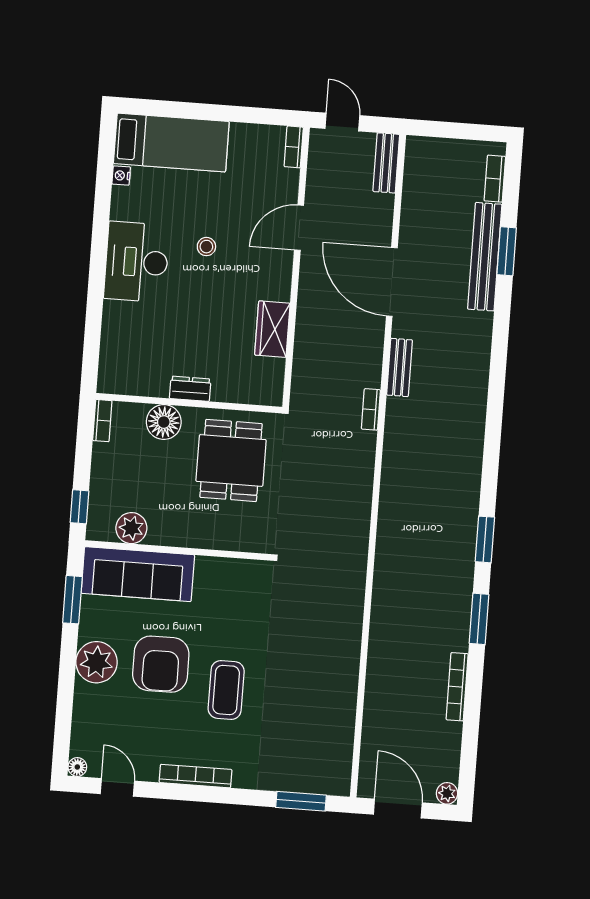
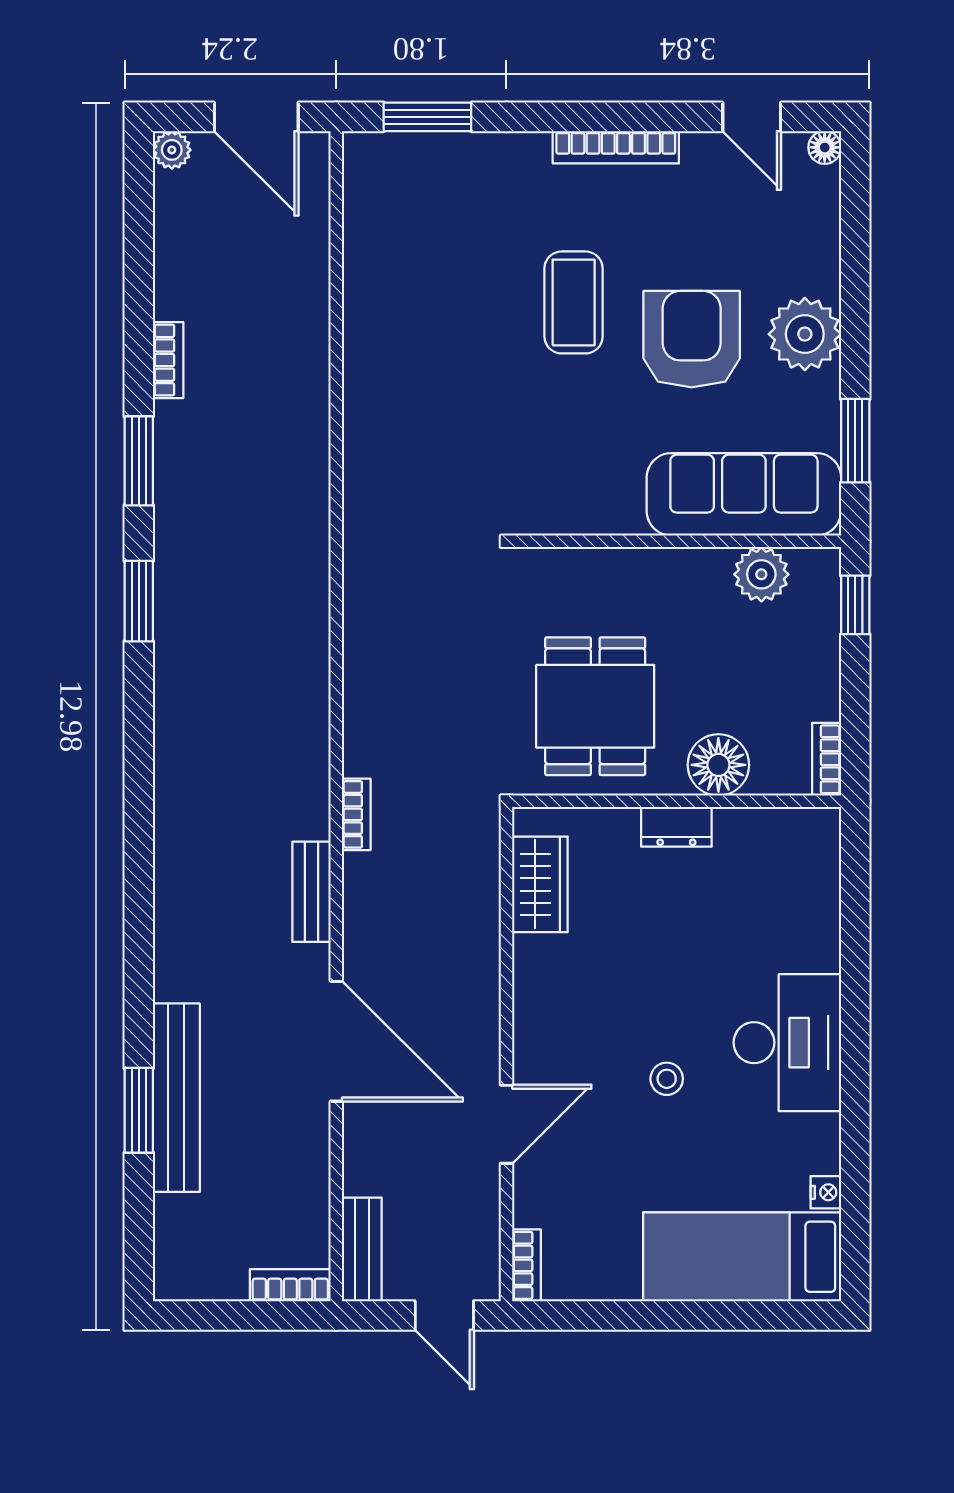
bookcase: (495, 179) -> (290, 1285), moved, turned -90
wardrobe: (272, 329) -> (540, 884), moved
bookcase: (457, 687) -> (168, 360), width x0.64

